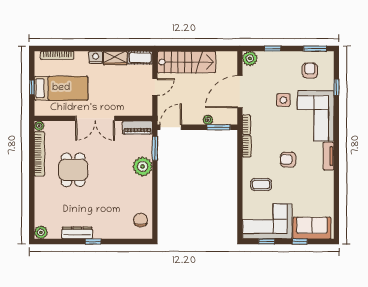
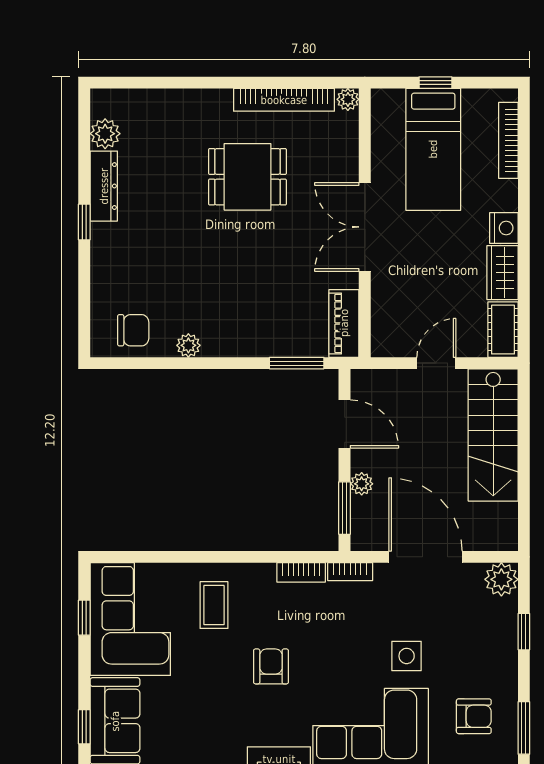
door: (155, 87) -> (436, 363), swing flipped
door: (171, 127) -> (345, 424), moved
plant: (143, 166) -> (188, 345), moved, width x0.53, depth x0.53
plant: (41, 232) -> (105, 134), moved
window: (300, 241) -> (84, 727), moved

